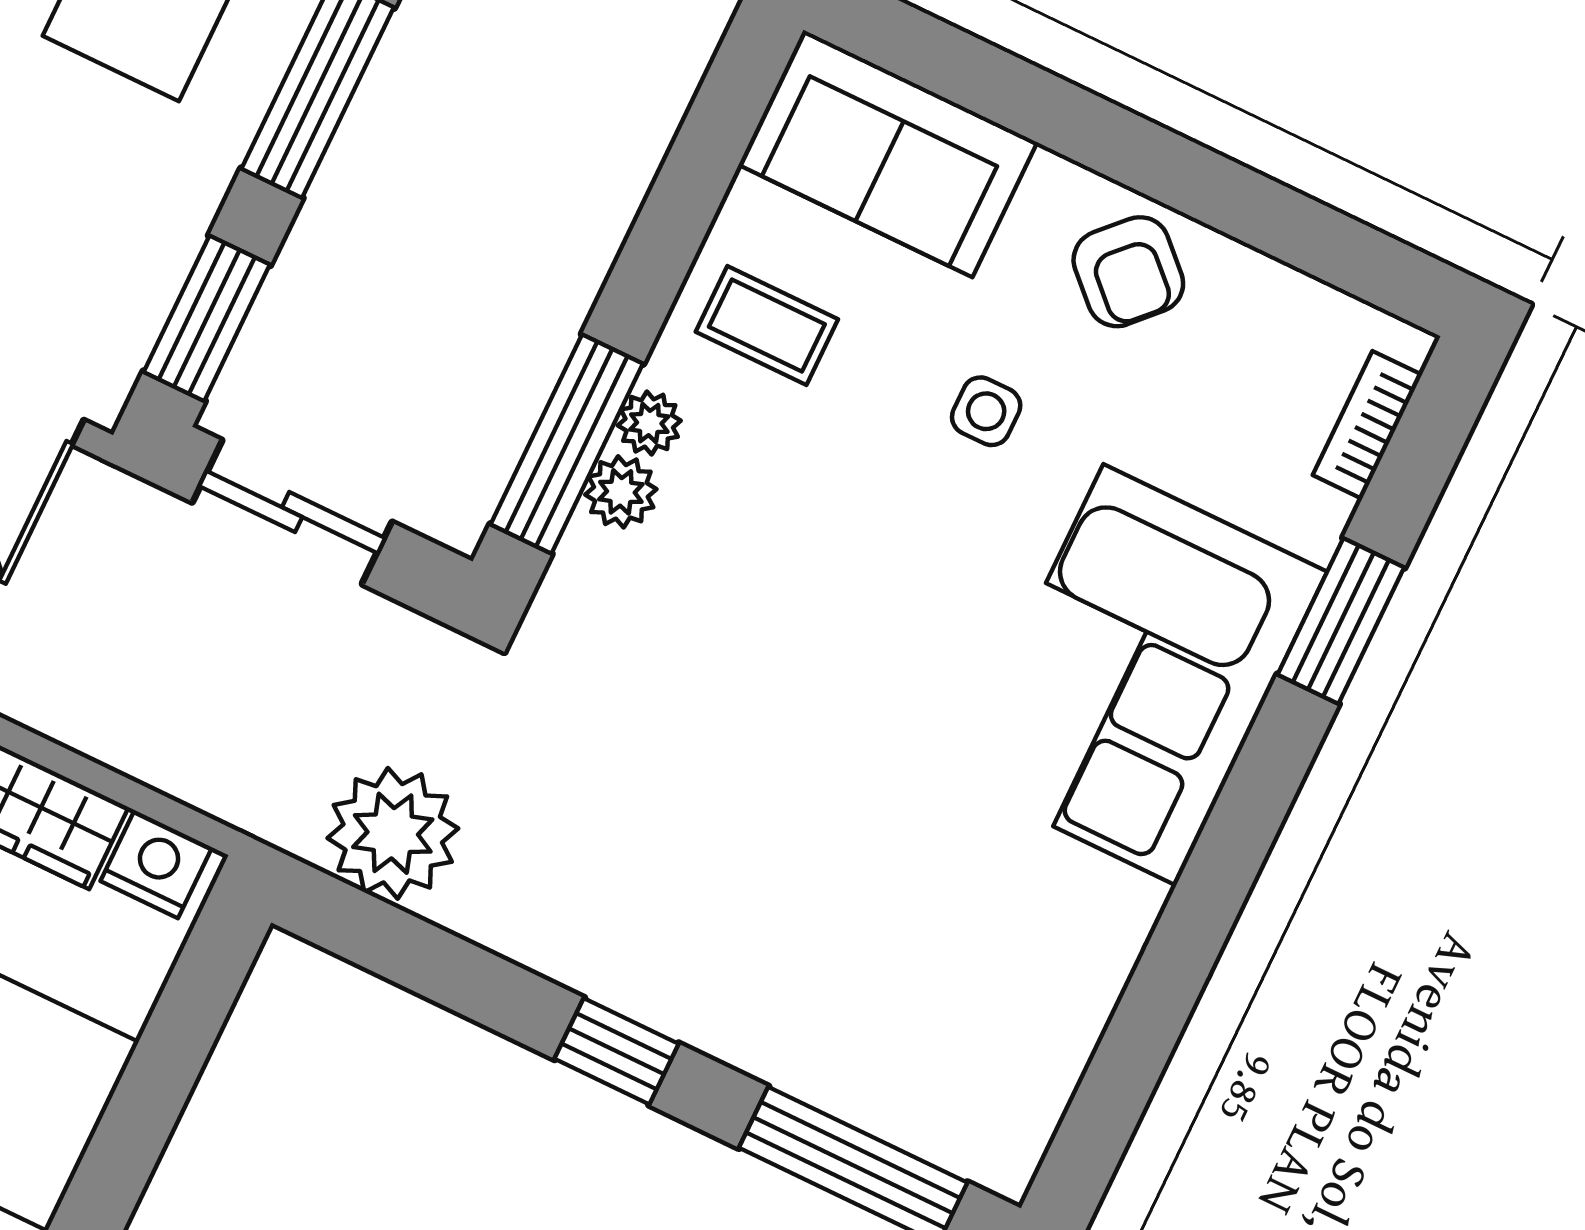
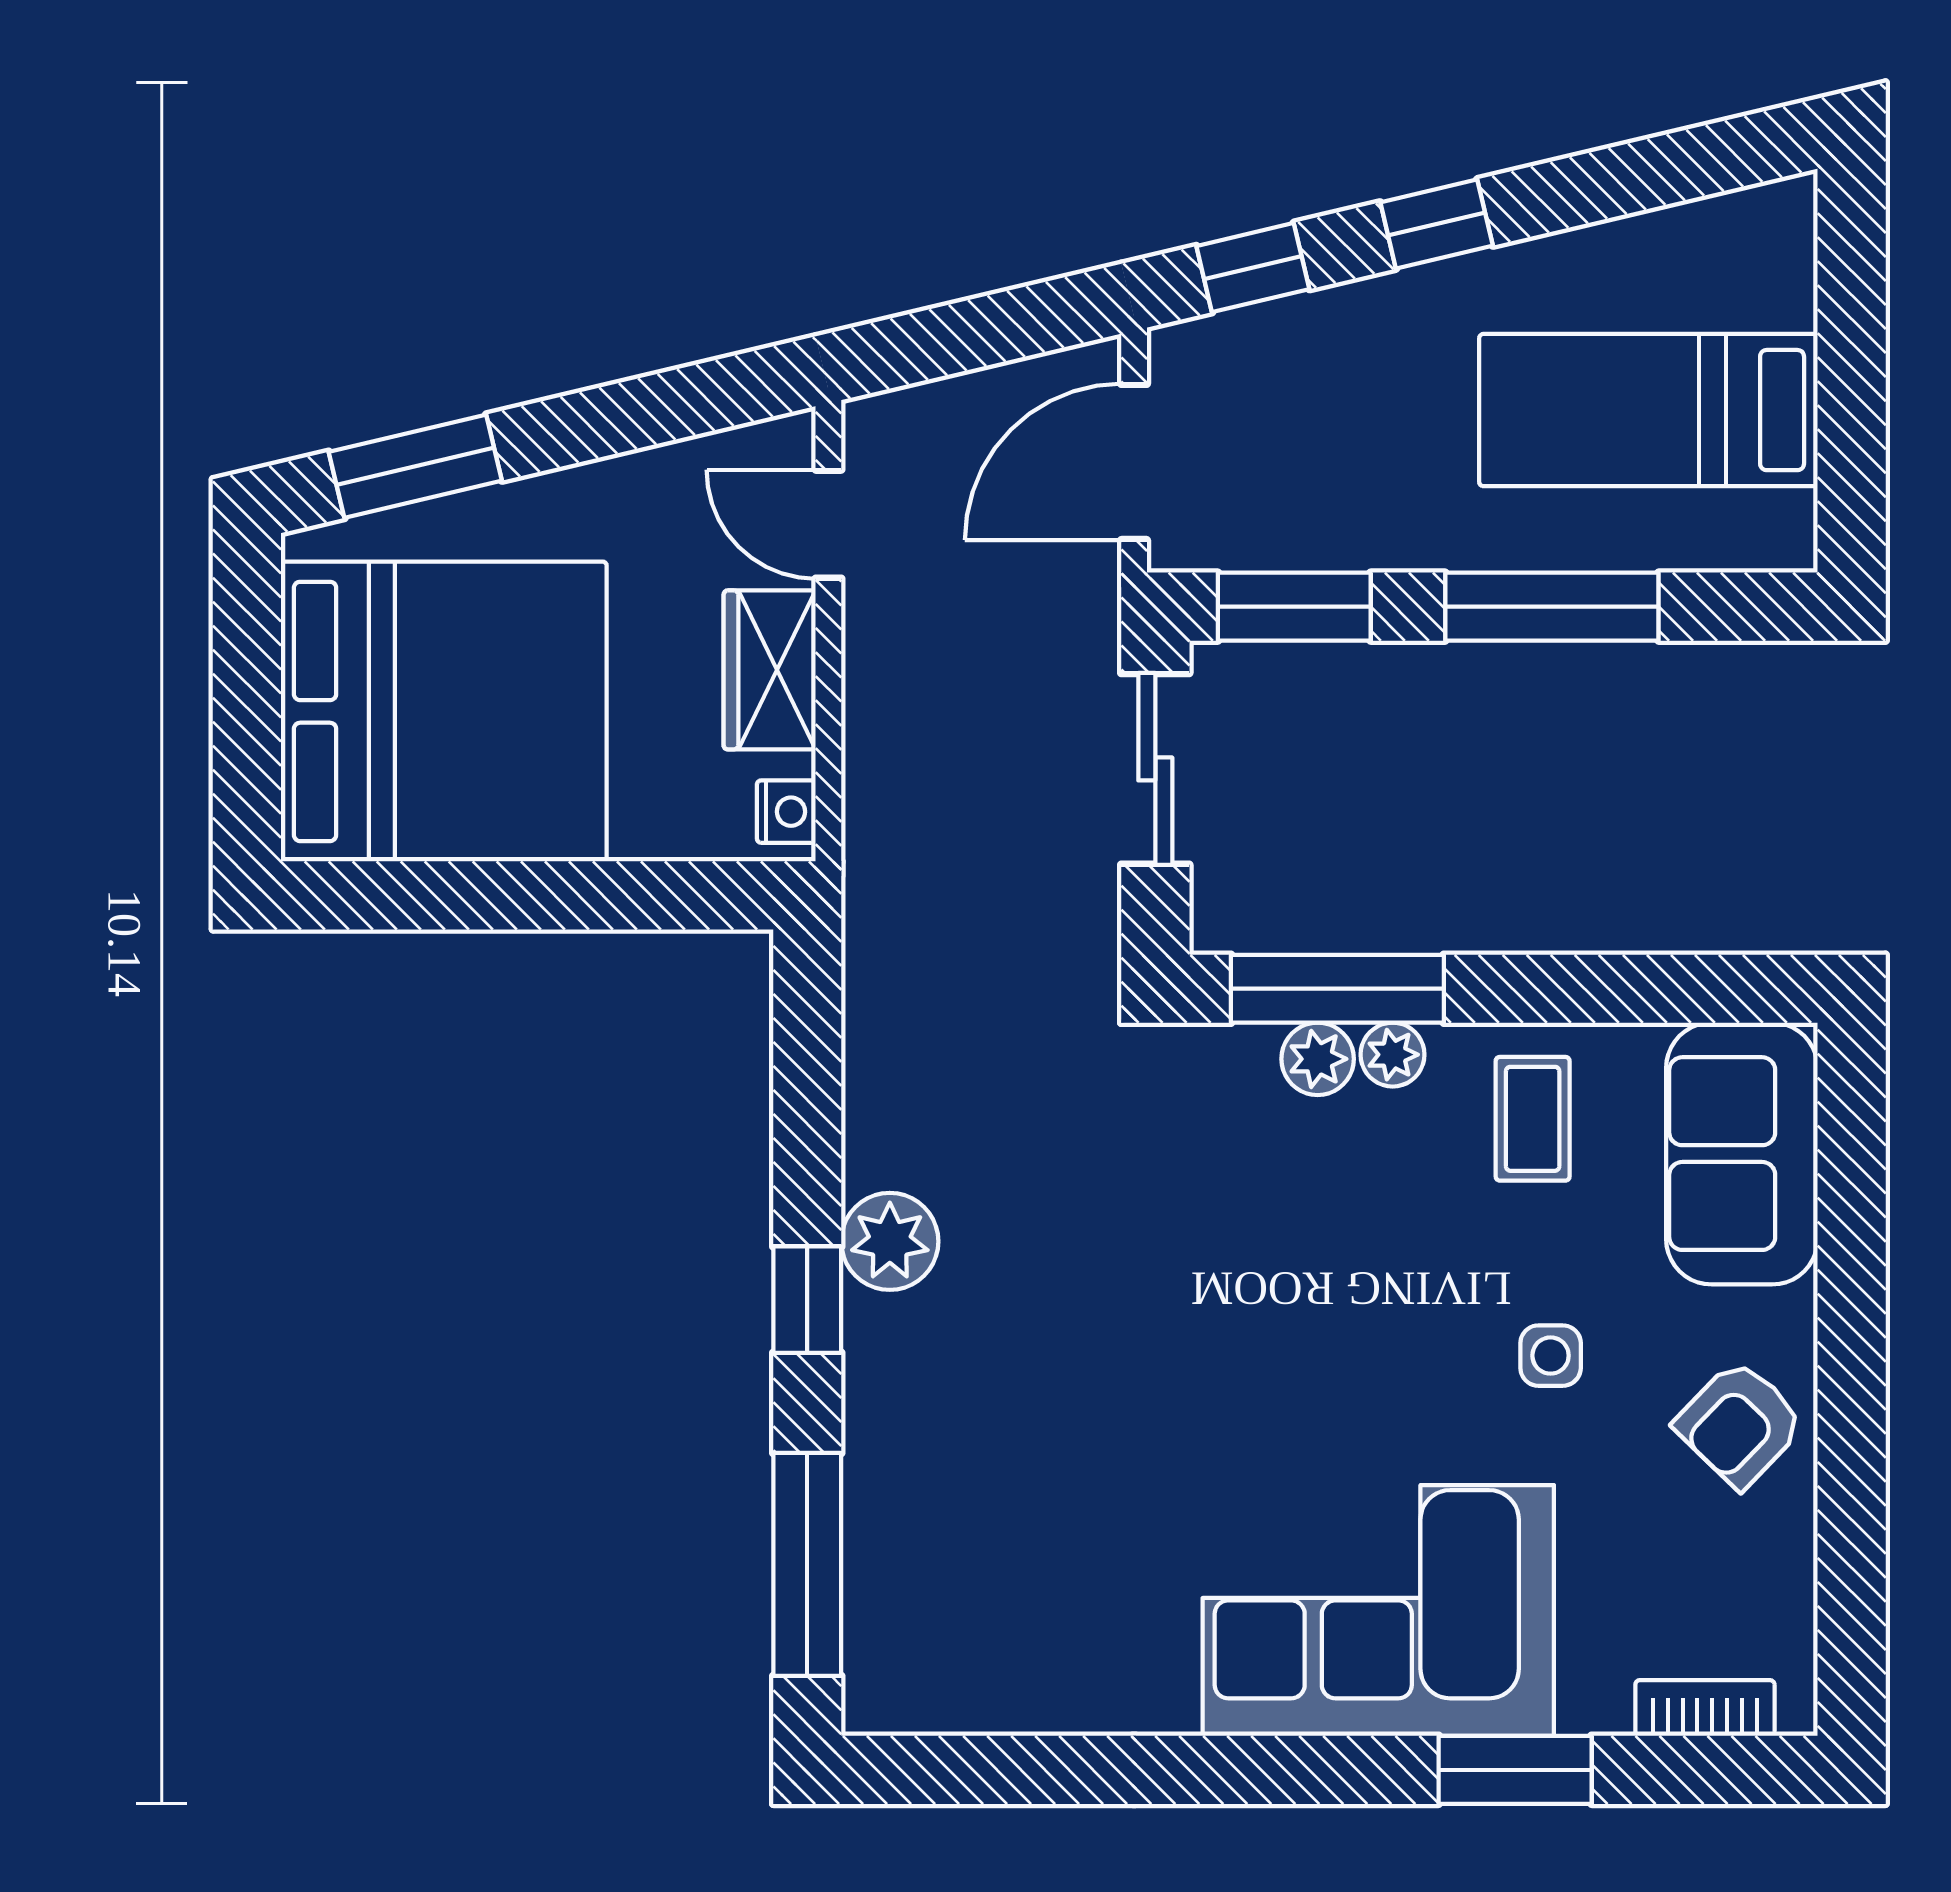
plant: (393, 833) -> (890, 1241), moved, width x0.73, depth x0.73
nightstand: (156, 864) -> (786, 812), width x0.72, depth x0.74

